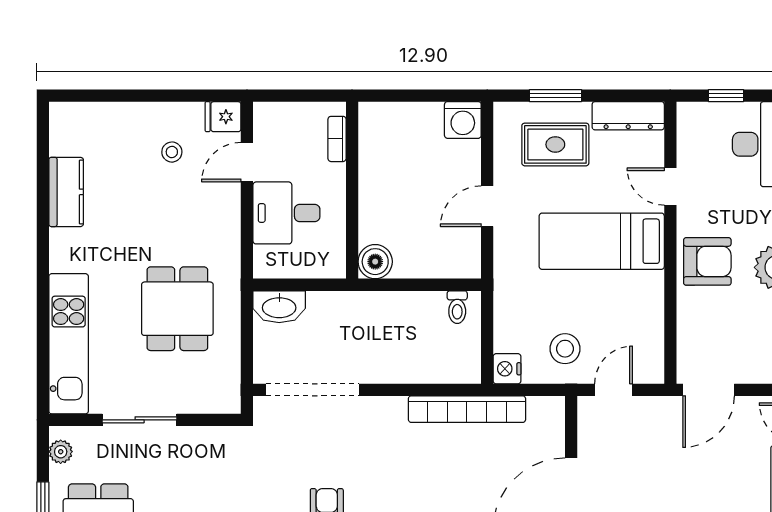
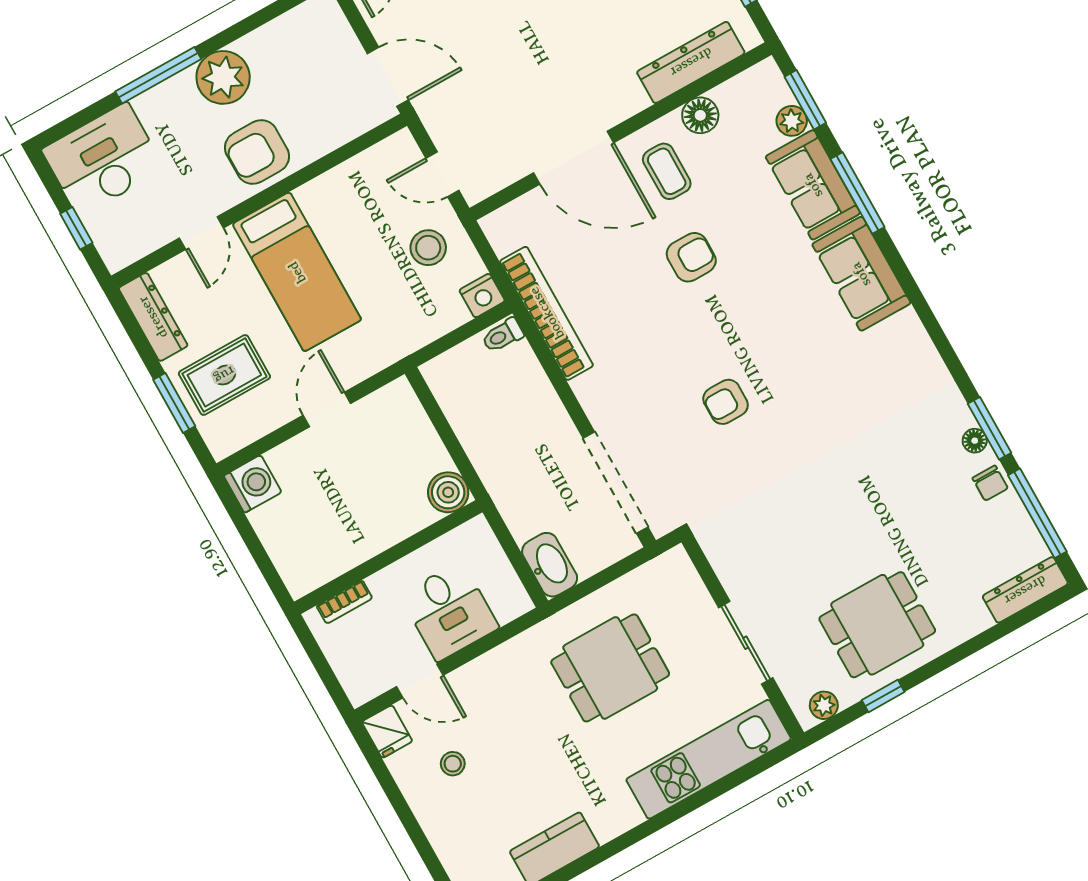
rug: (555, 144) -> (224, 375), turned 90
door: (487, 206) -> (327, 409), swing flipped
armchair: (707, 261) -> (257, 152), turned -90
toilet: (457, 307) -> (503, 335), moved, turned 180

